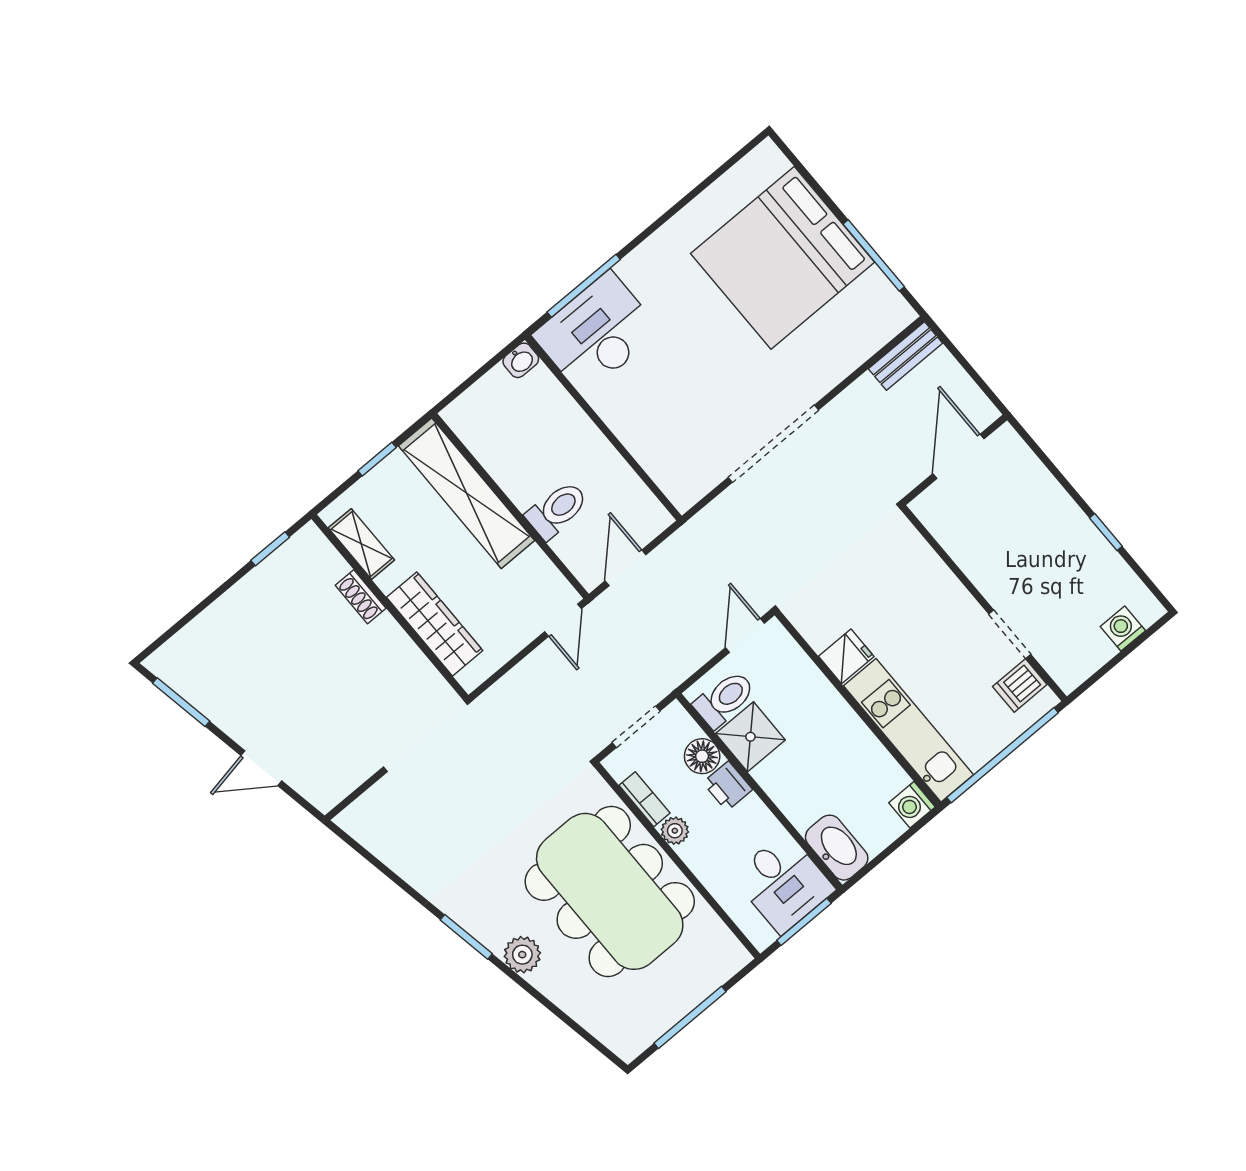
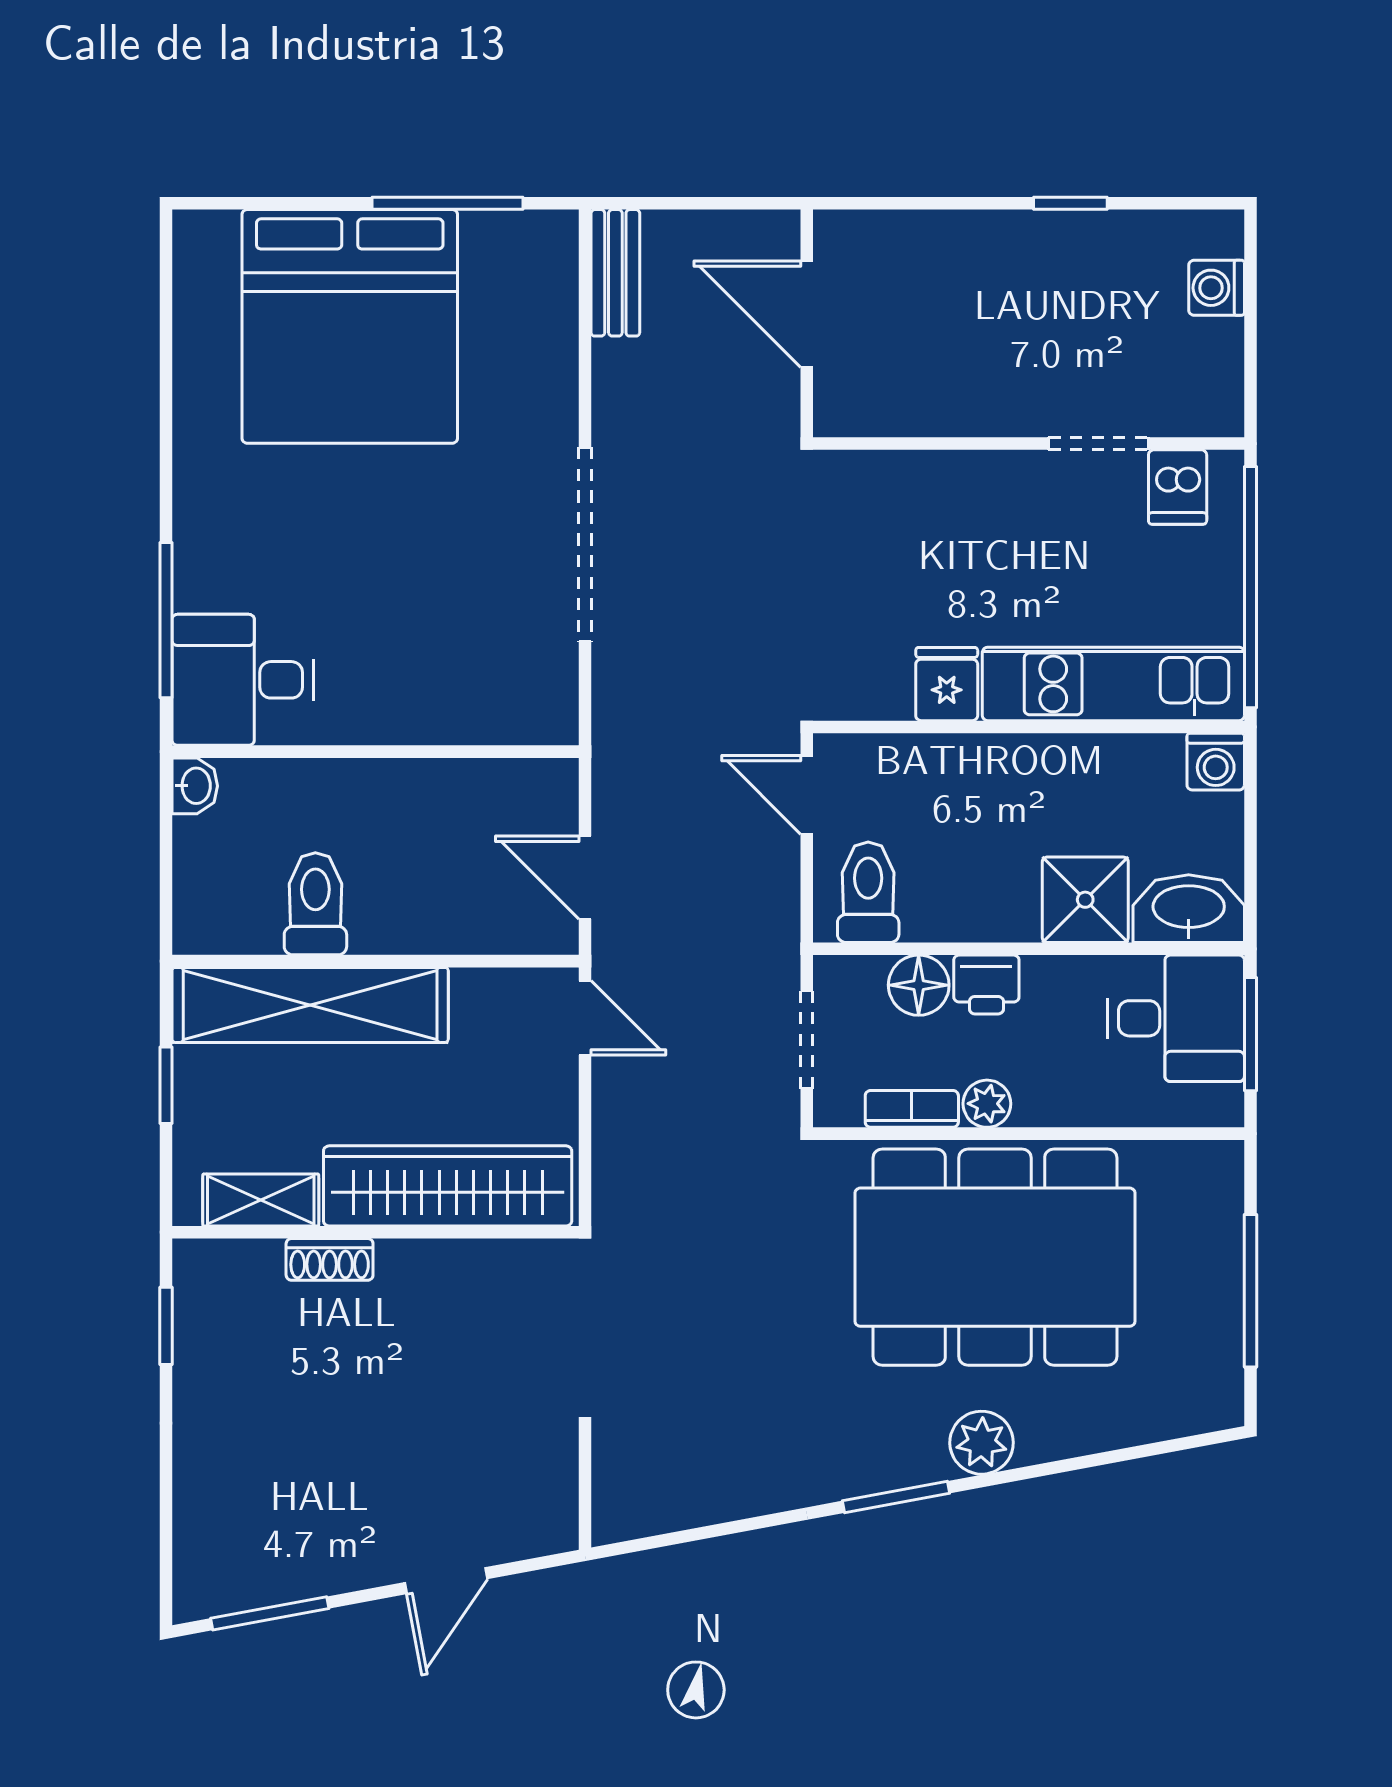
desk: (597, 333) -> (243, 680), width x0.73
toilet: (557, 510) -> (315, 904), moved
wardrobe: (435, 624) -> (448, 1186), width x1.40, depth x1.17
shower: (750, 737) -> (1085, 900), moved

